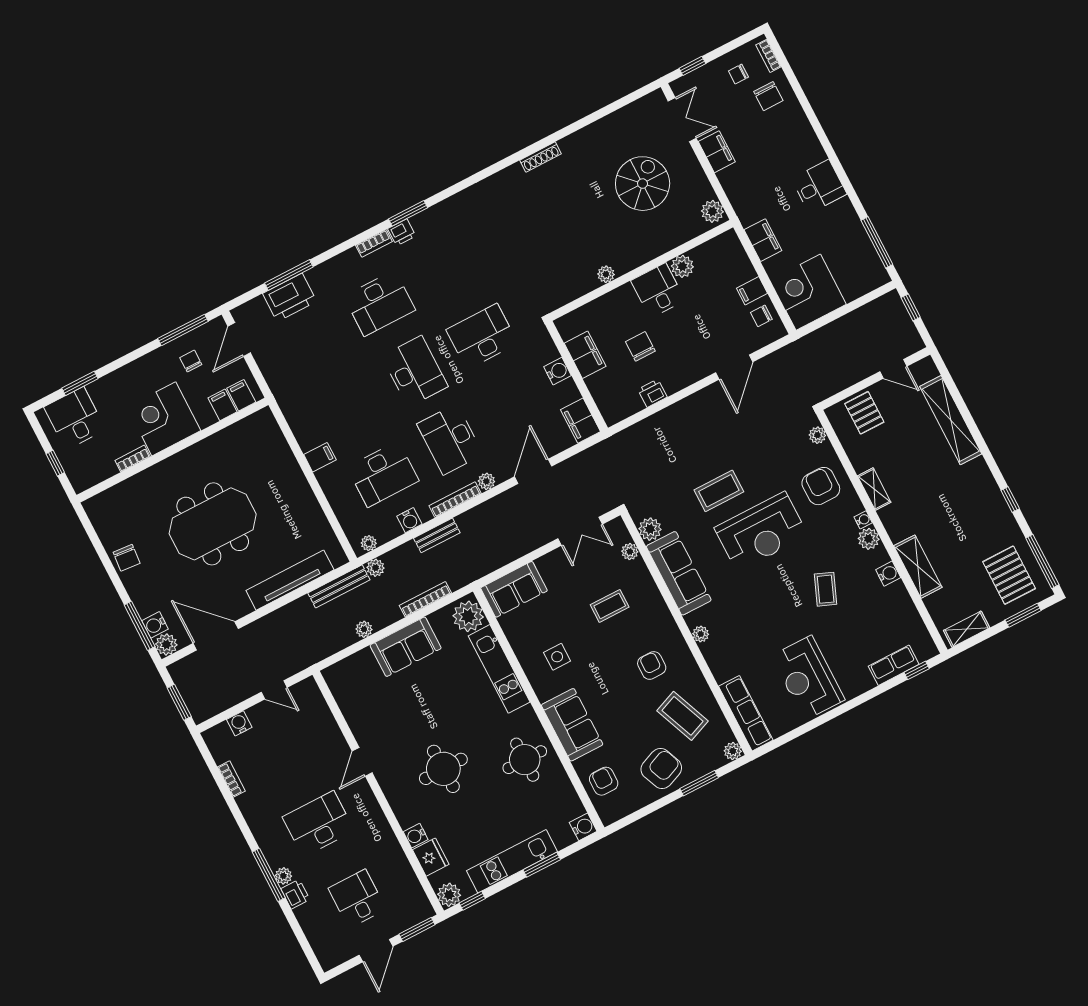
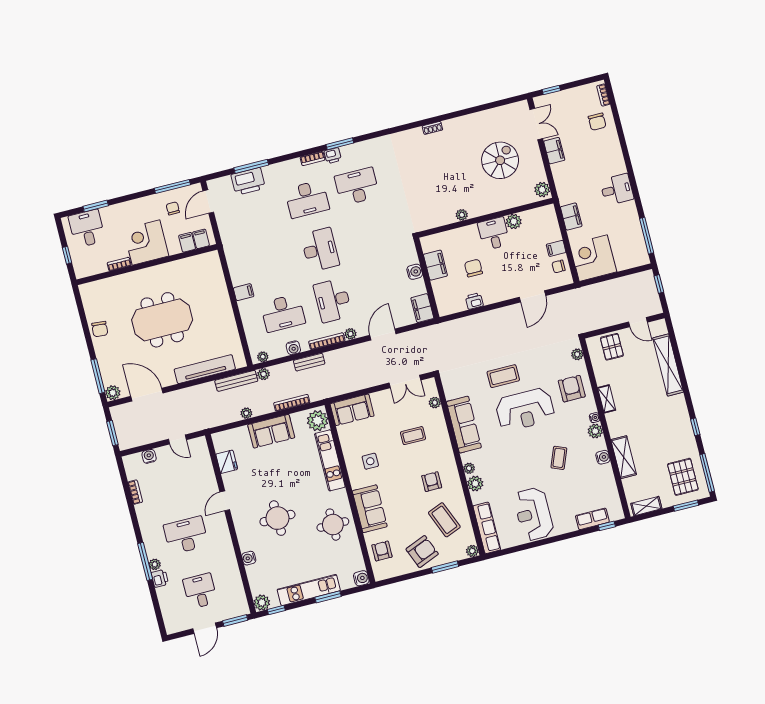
chair: (738, 74) -> (581, 102), removed
shoe rack: (540, 157) -> (432, 128), width x0.70
desk: (482, 336) -> (357, 186), moved
plant: (650, 529) -> (475, 483), moved
water cooler: (155, 625) -> (108, 378), removed
fridge: (431, 857) -> (227, 462), moved

